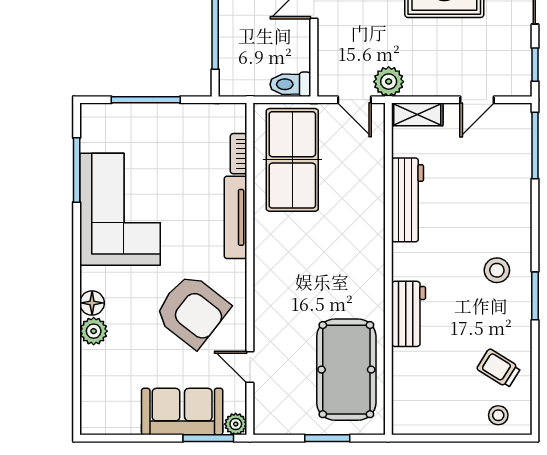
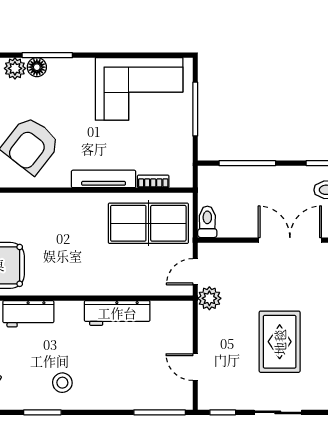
shelving: (417, 114) -> (184, 321), removed
window: (77, 170) -> (47, 55), moved
corner sofa: (120, 209) -> (139, 89), moved

